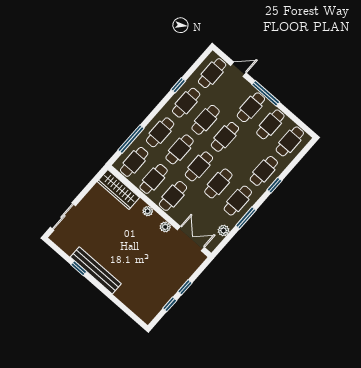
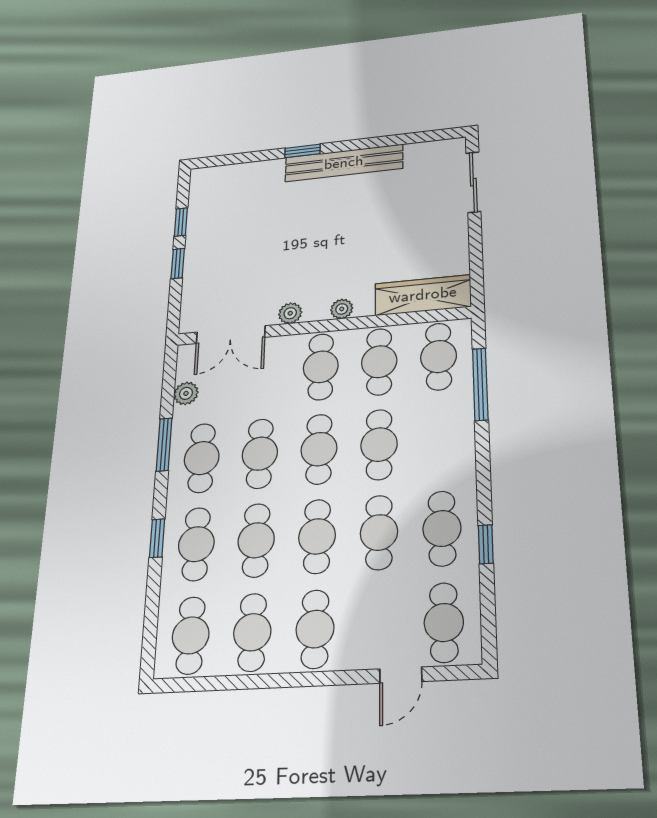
window: (266, 93) -> (309, 679), removed
cafe table: (160, 132) -> (256, 540), moved
window: (79, 268) -> (303, 151), moved

